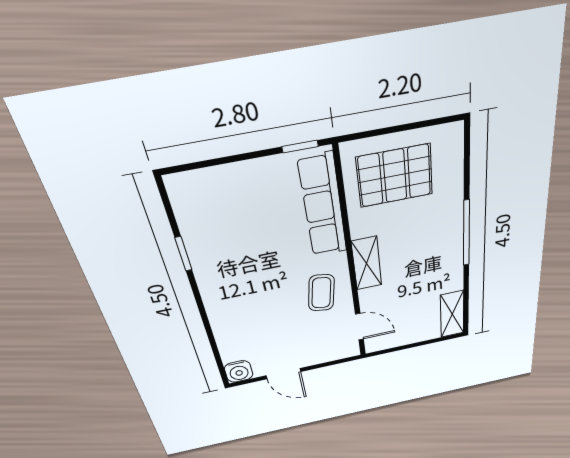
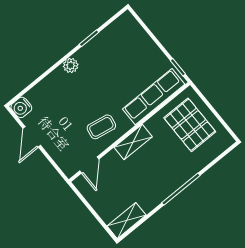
plant: (213, 295) -> (71, 65), added

